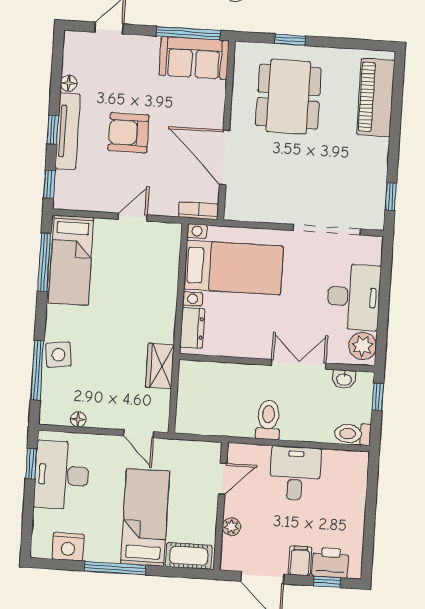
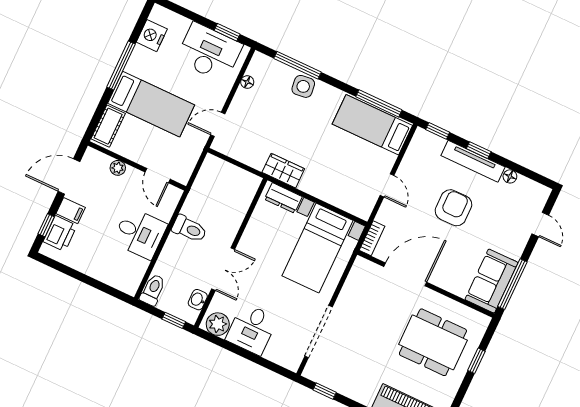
desk: (354, 297) -> (252, 329), width x0.73
wardrobe: (160, 366) -> (283, 171), moved

